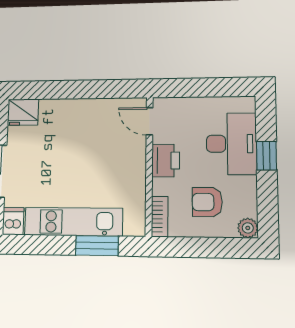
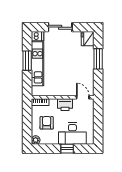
window: (66, 90) -> (98, 59), added
door: (150, 121) -> (83, 97), hinge flipped
window: (97, 246) -> (27, 61), moved

